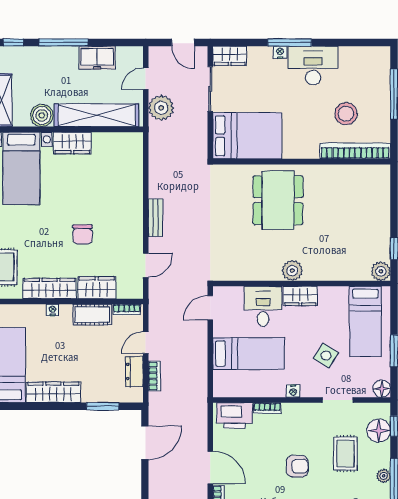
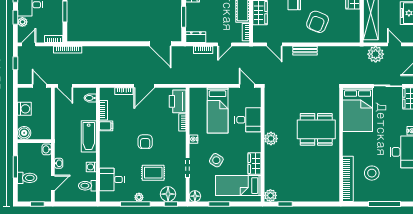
armchair: (111, 198) -> (318, 22), added
wardrobe: (300, 296) -> (255, 164), moved
door: (146, 343) -> (225, 44), swing flipped
dresser: (134, 371) -> (196, 37), moved

